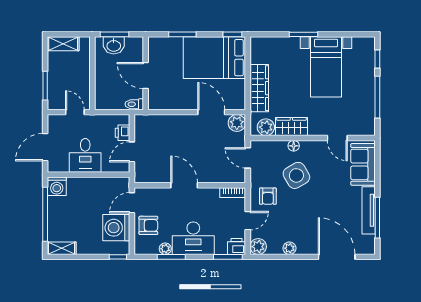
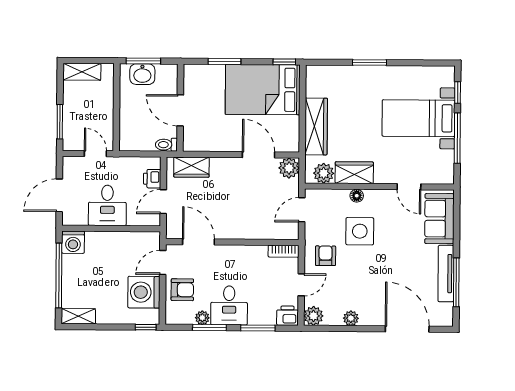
bed with nightstands: (326, 67) -> (418, 118), moved, turned 90
wardrobe: (155, 123) -> (191, 167), added
door: (248, 158) -> (302, 210), hinge flipped
side table: (296, 175) -> (360, 231), turned 30
door: (184, 185) -> (198, 242), moved
armchair: (268, 196) -> (326, 256), turned 180
desk: (193, 238) -> (229, 305), width x0.73
window: (228, 257) -> (258, 328), moved

